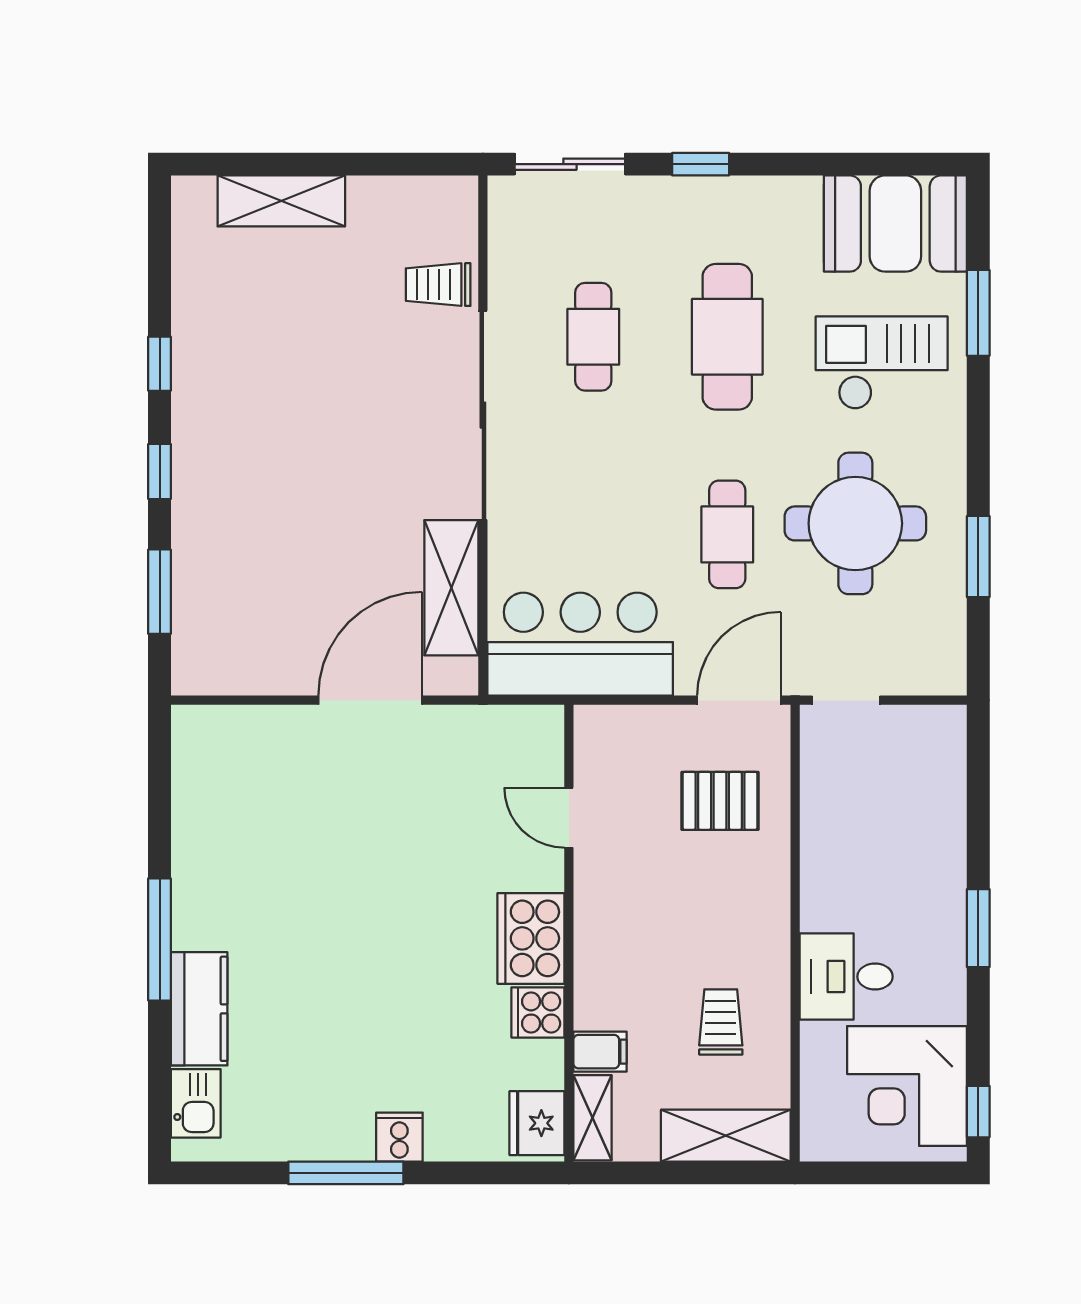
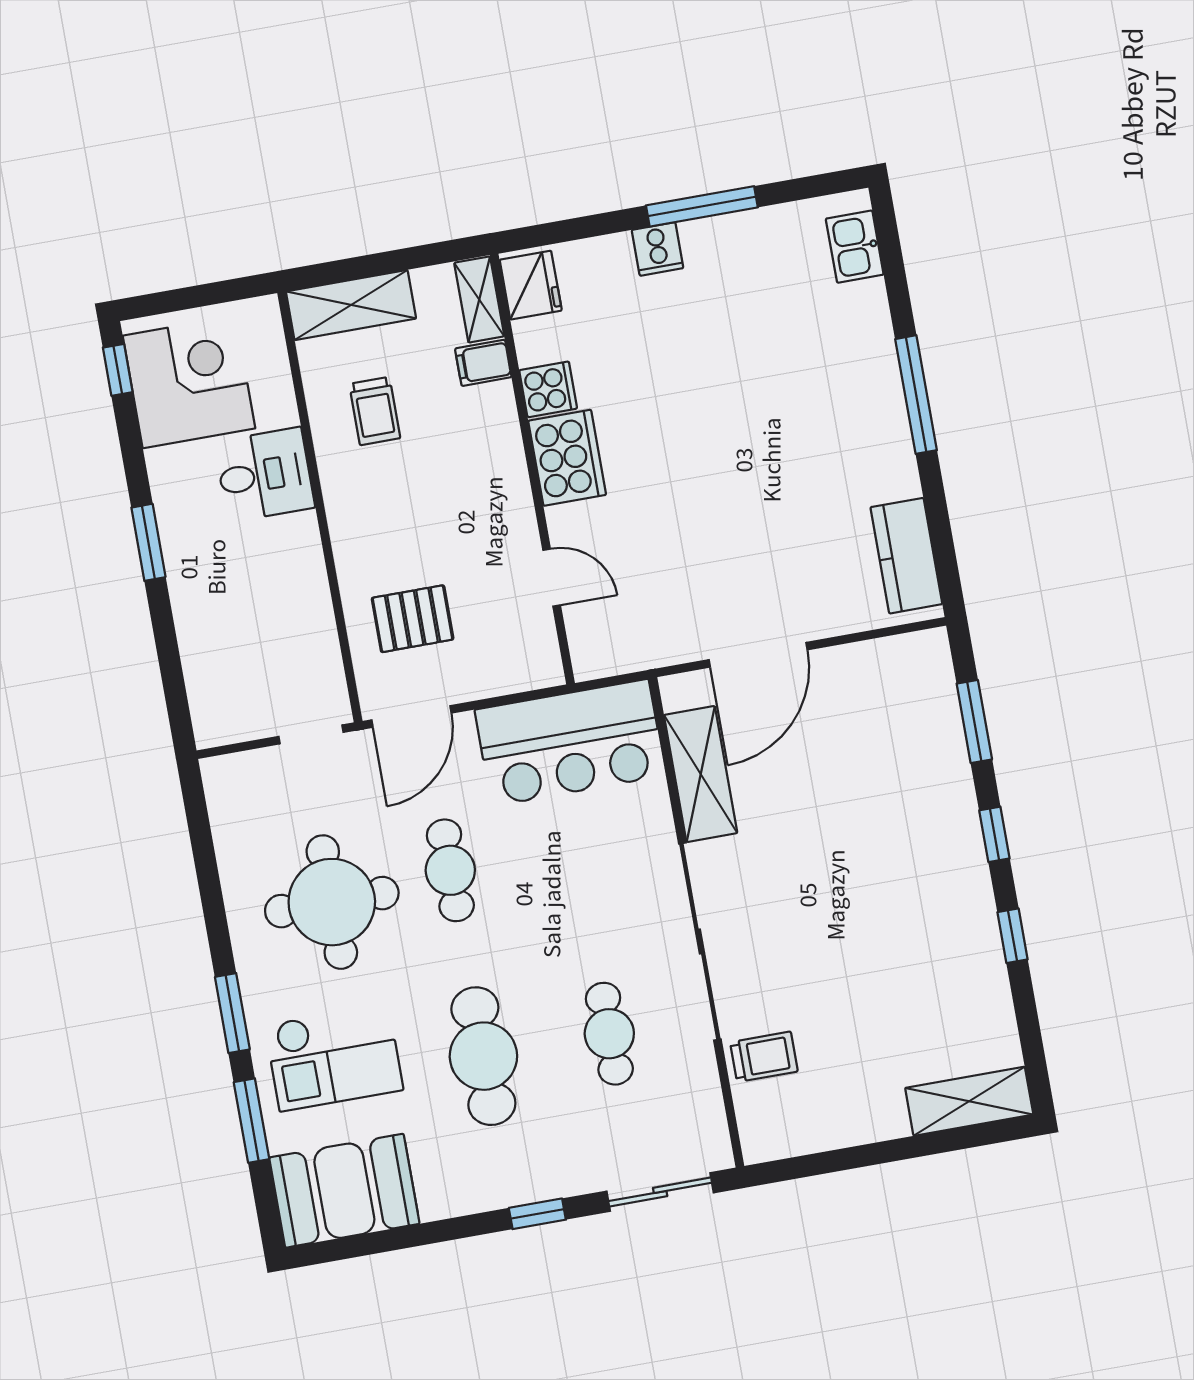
shelving: (281, 201) -> (969, 1101), moved
window: (978, 557) -> (232, 1013), moved
kitchen counter: (199, 1009) -> (906, 556), moved

